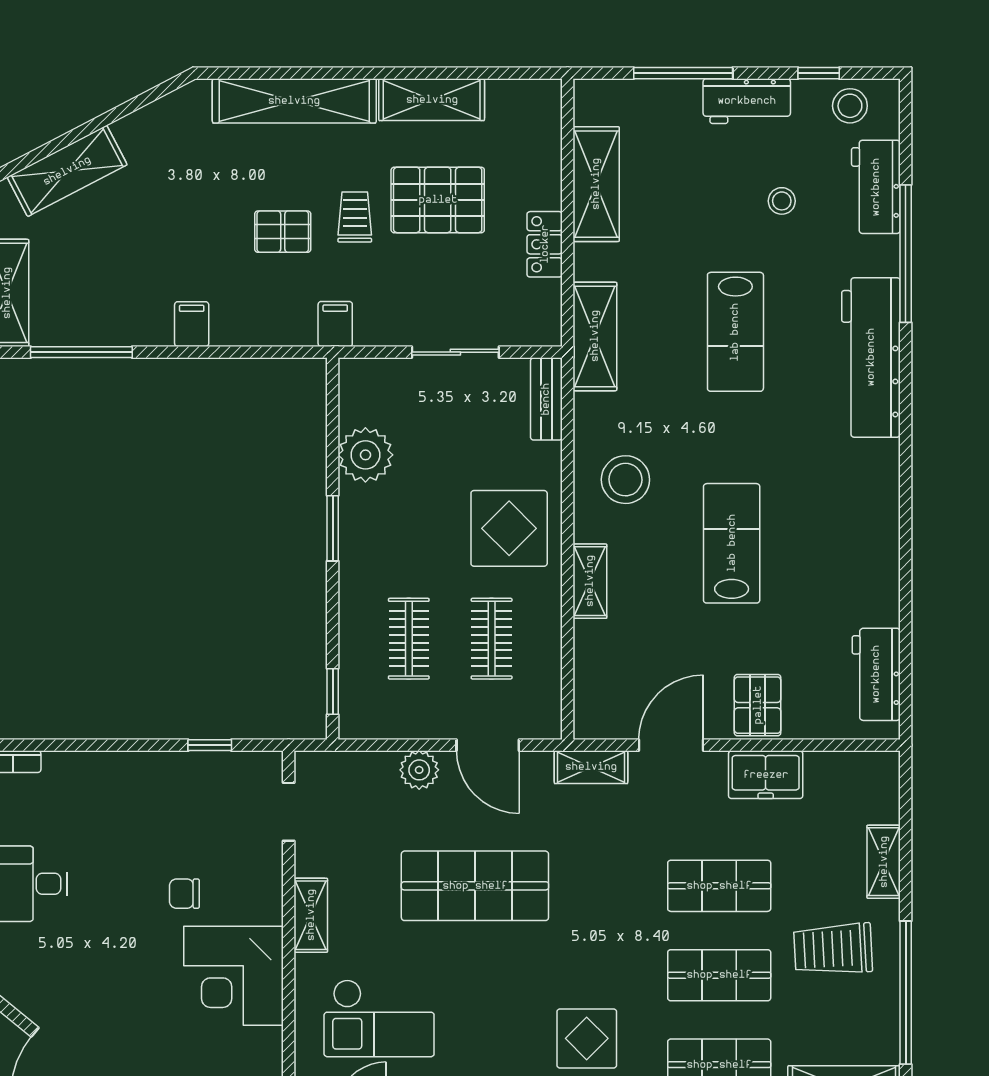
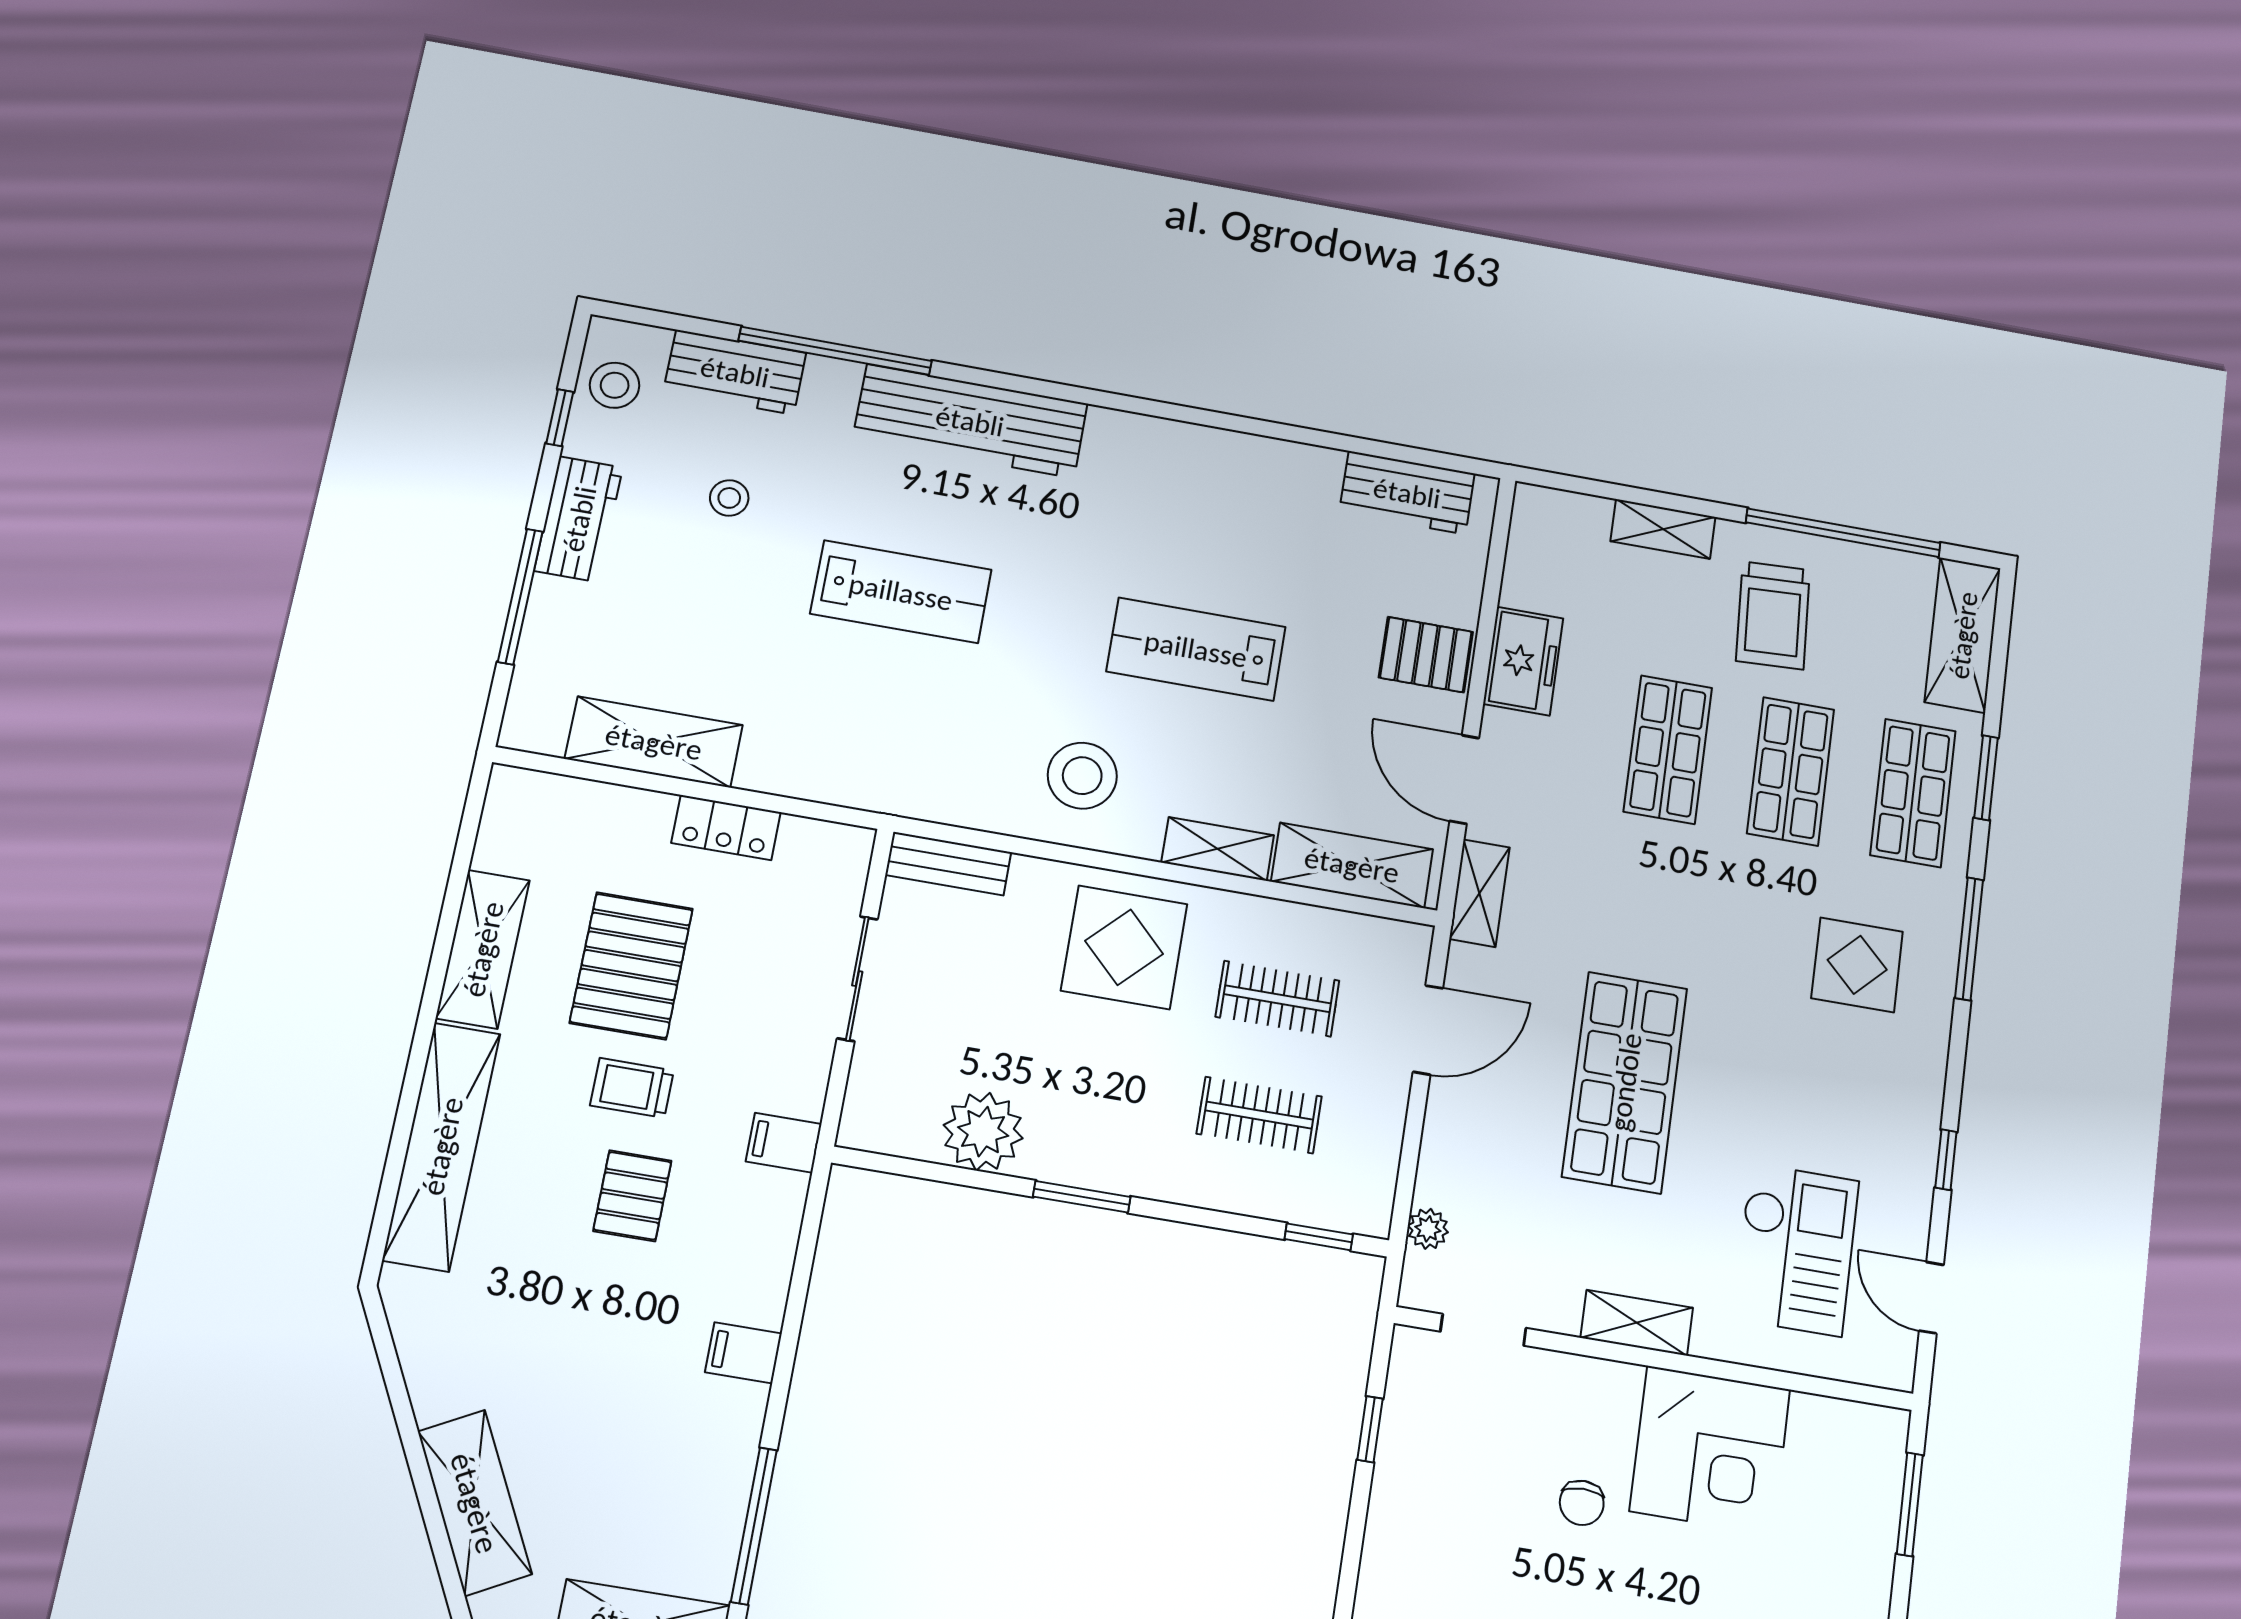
shelving: (595, 336) -> (1352, 865), moved
plant: (419, 770) -> (1428, 1229), moved, width x0.73, depth x0.73

